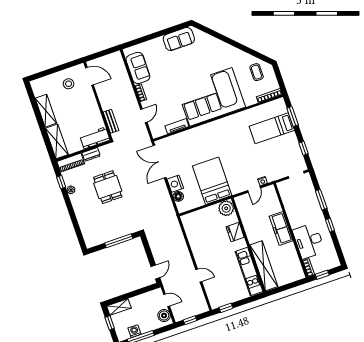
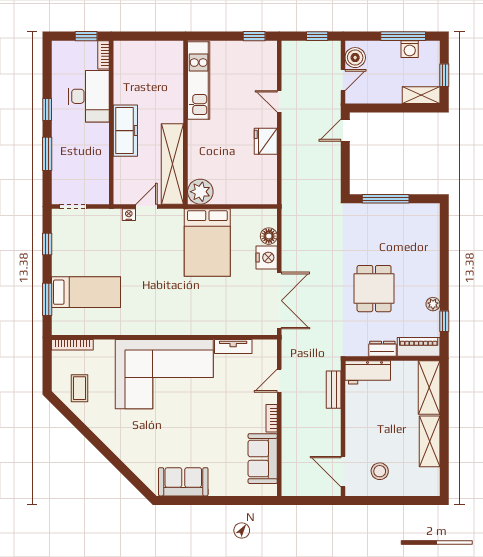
fridge: (235, 232) -> (266, 141), moved, turned 180
shelving: (264, 266) -> (172, 164), moved
door: (167, 300) -> (343, 80), swing flipped

